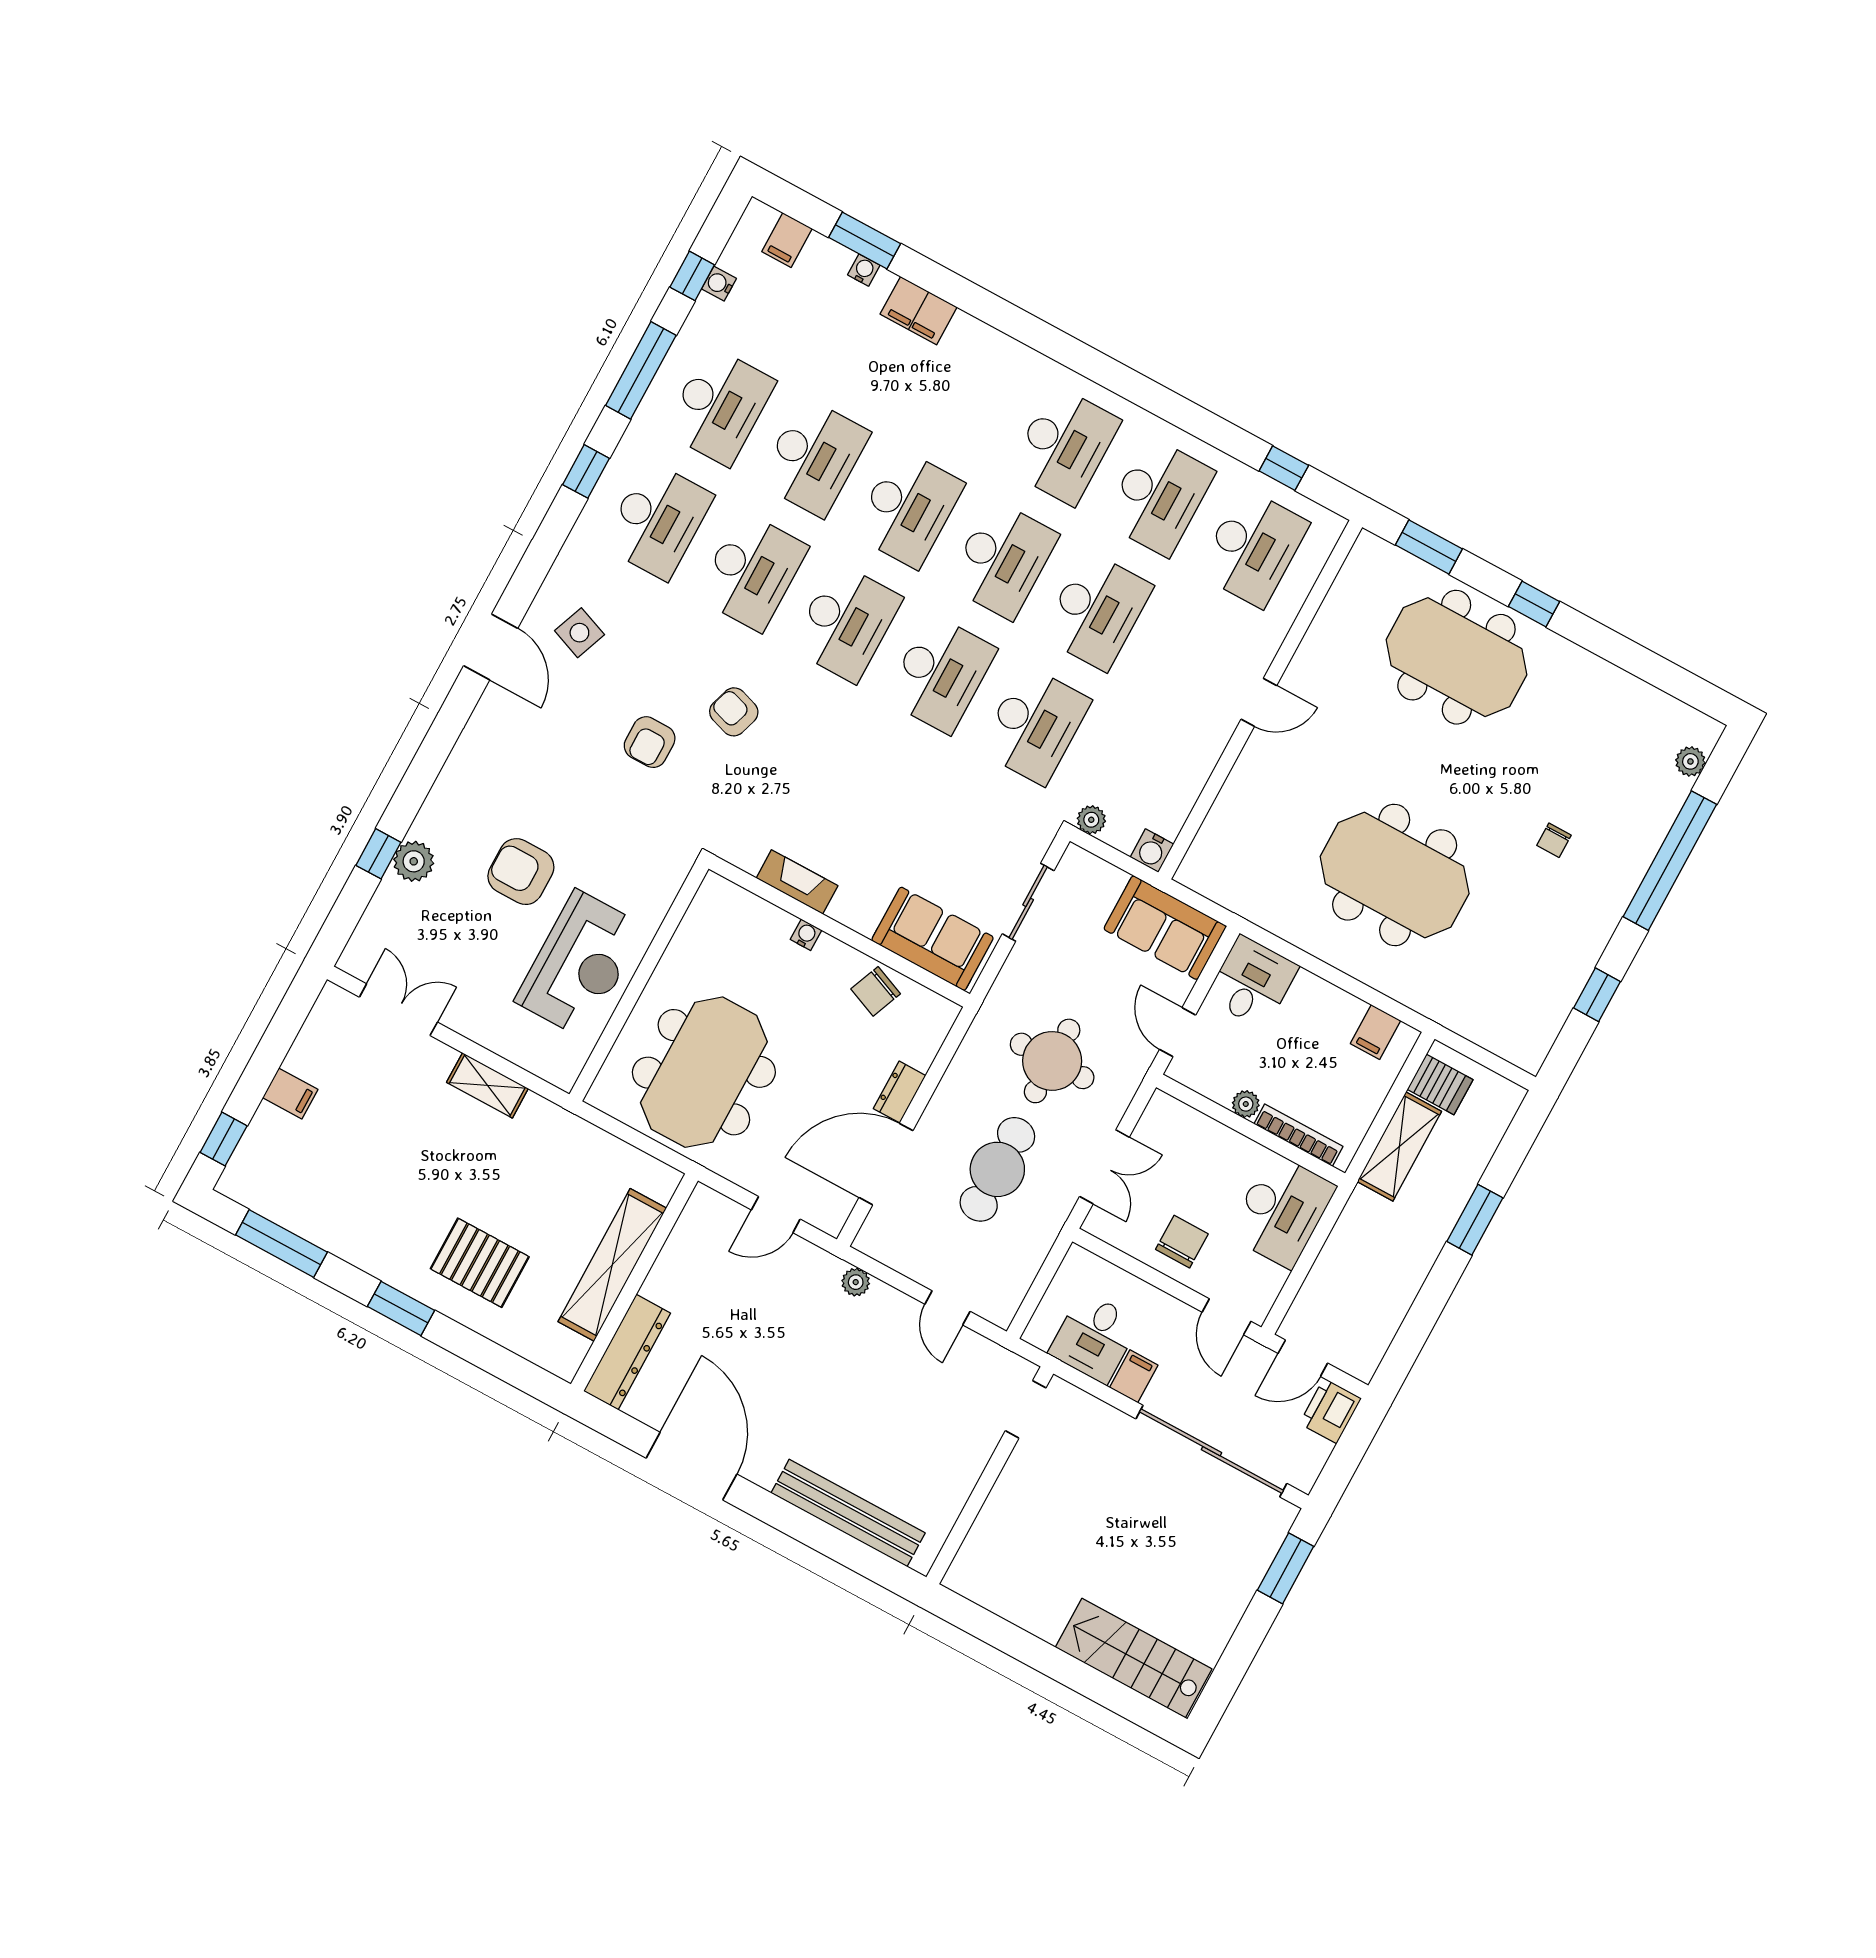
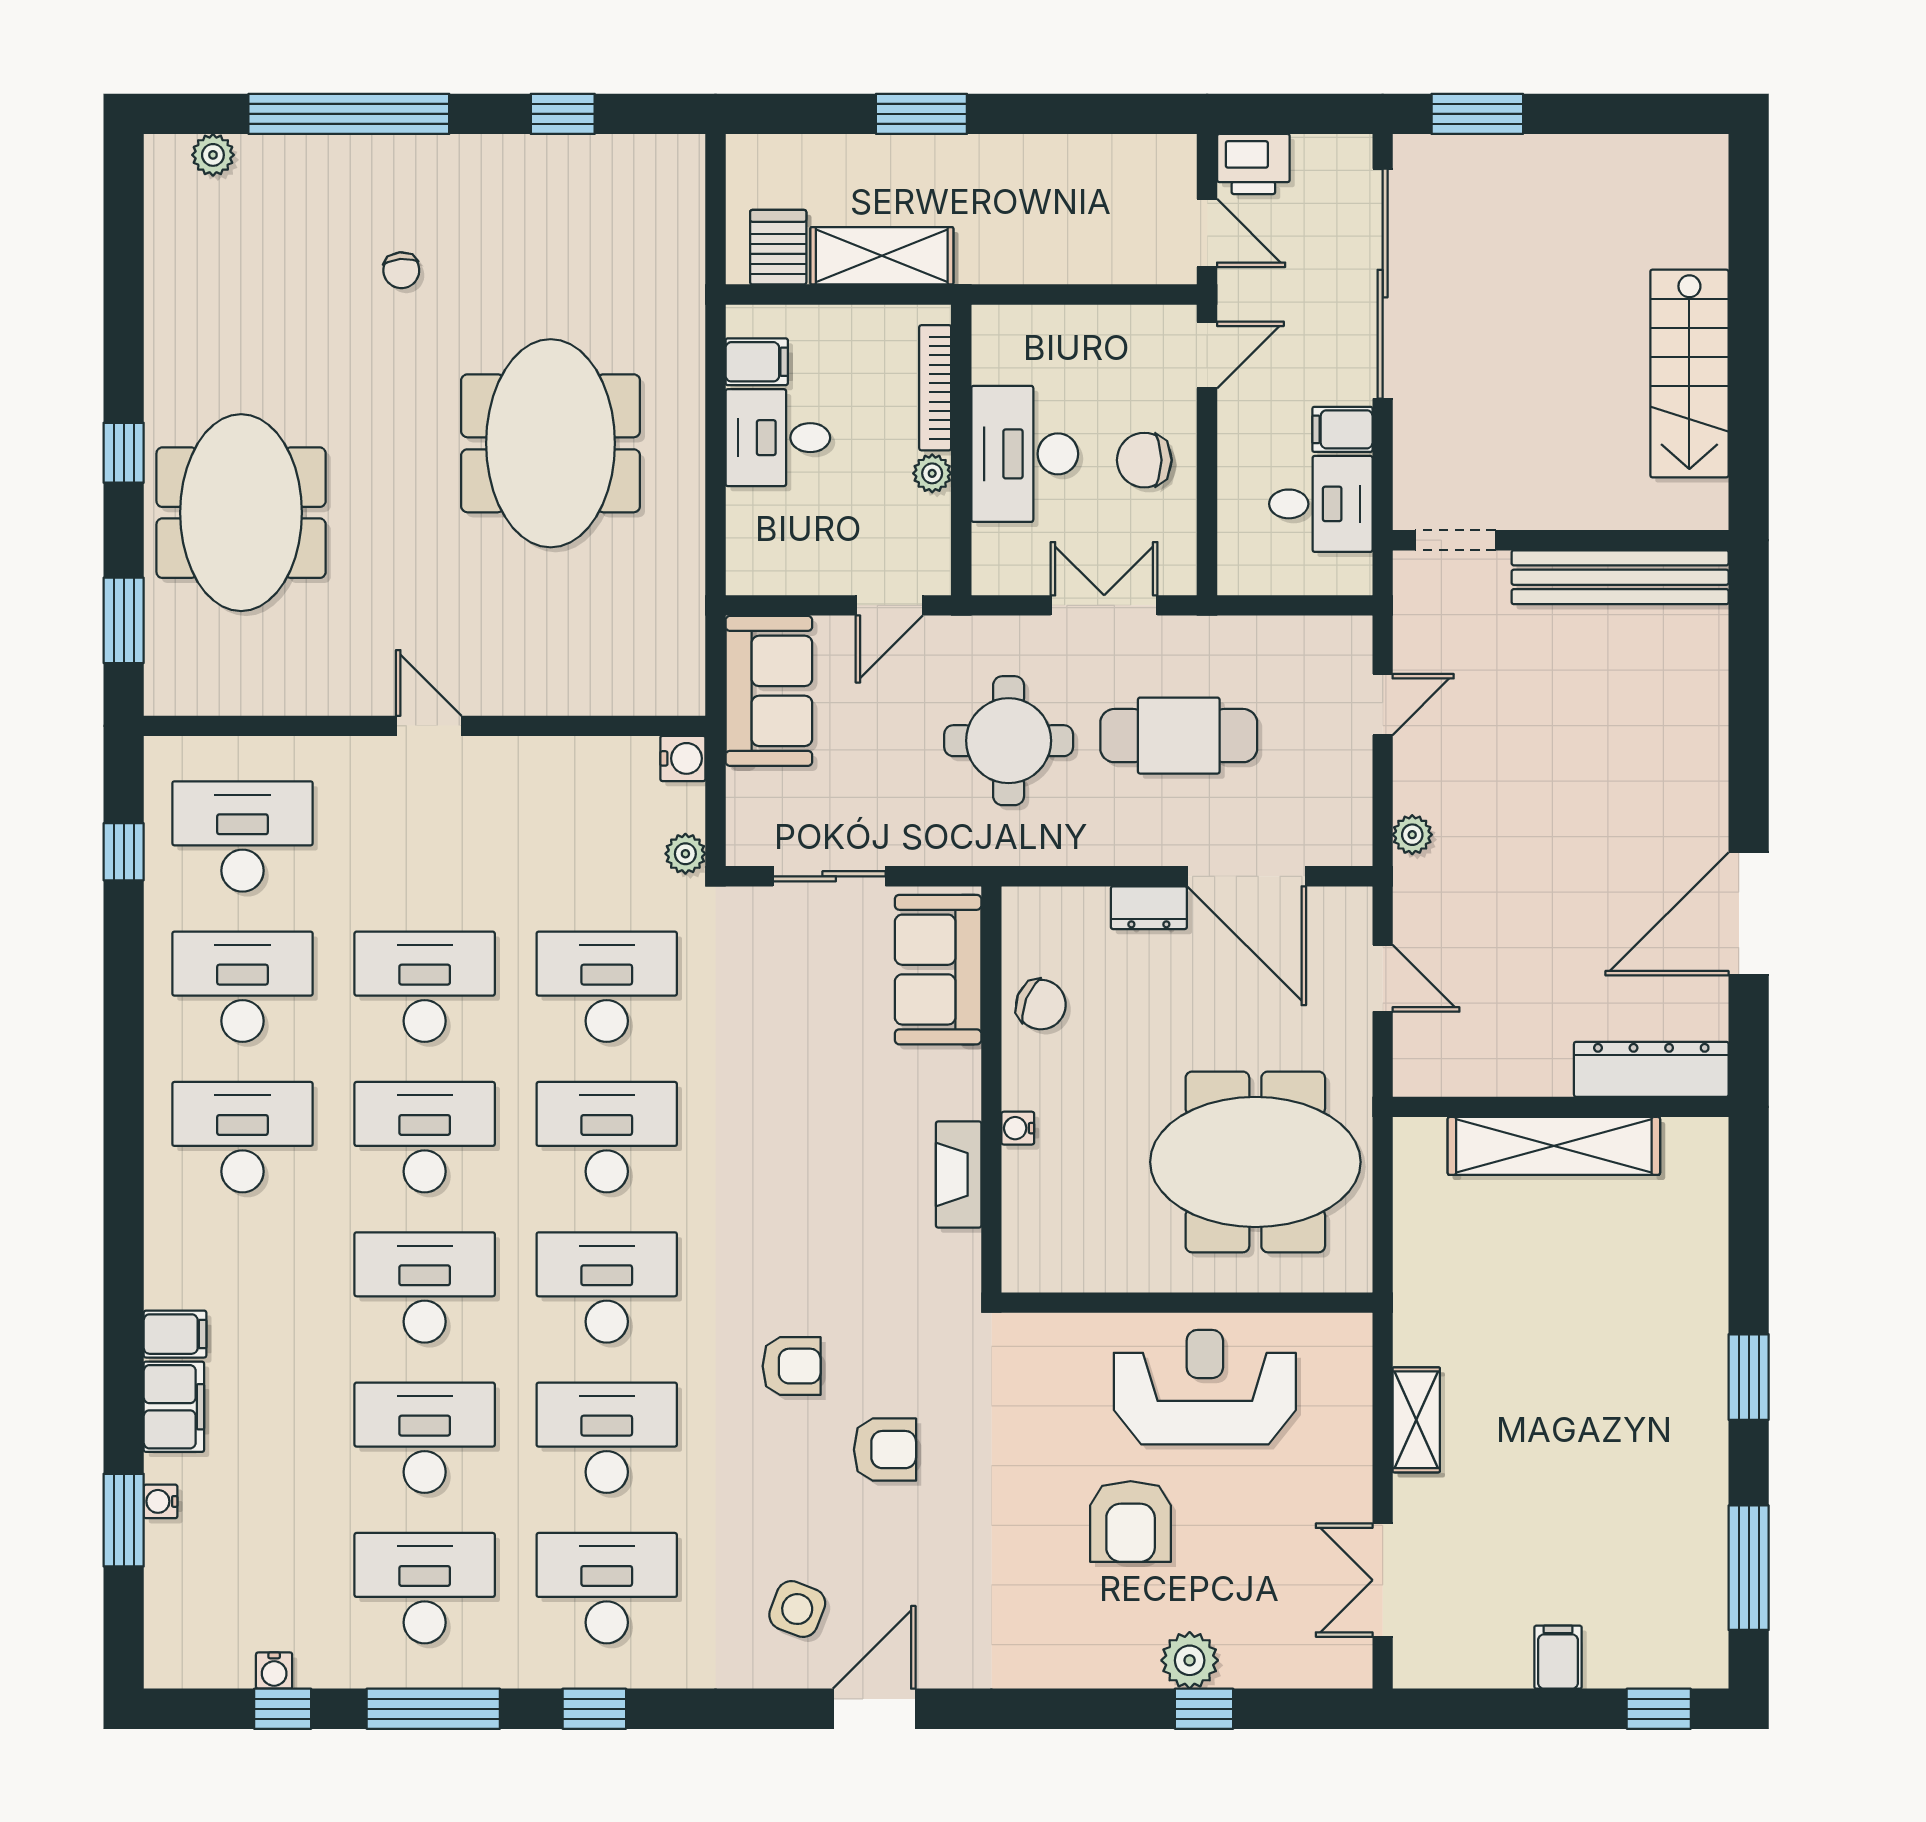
filing cabinet: (787, 240) -> (175, 1334), moved
armchair: (734, 712) -> (792, 1366), turned -108
chair: (1554, 840) -> (401, 270), turned 85
desk: (1252, 982) -> (778, 438), moved
desk: (1282, 1211) -> (1025, 454), moved, turned -90
pallet: (480, 1263) -> (1640, 1311), removed
bench: (848, 1513) -> (1620, 577), moved, turned 90
stairs: (1134, 1658) -> (1689, 373), moved

